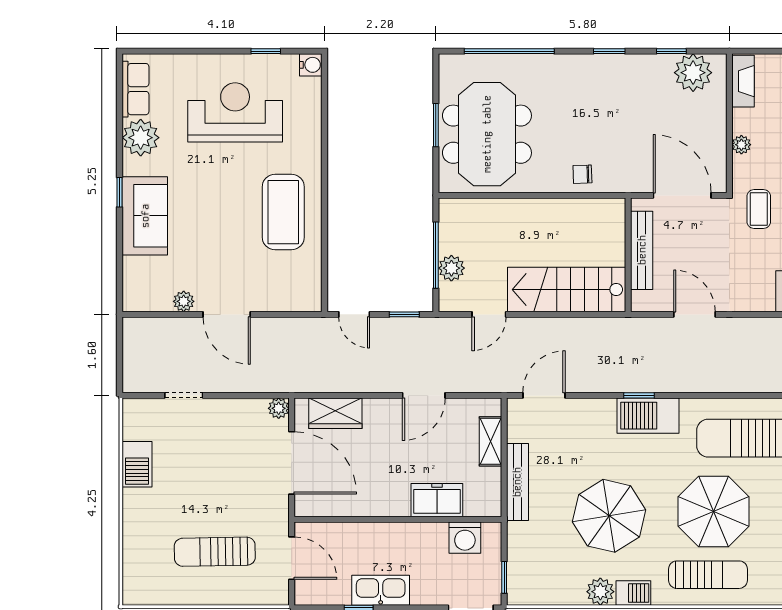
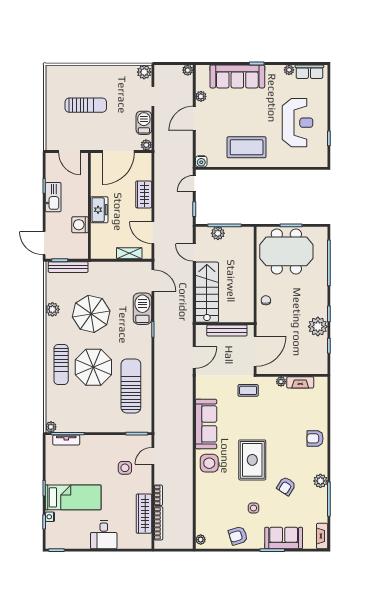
water cooler: (311, 65) -> (201, 161), moved
plant: (693, 73) -> (318, 327), moved
fireplace: (743, 81) -> (300, 382), moved
plant: (141, 138) -> (289, 70), width x0.53, depth x0.53
sofa: (145, 216) -> (237, 76), width x1.36
plant: (132, 327) -> (188, 70), added
door: (424, 395) -> (153, 233), moved
plant: (136, 412) -> (144, 72), added
wardrobe: (335, 413) -> (144, 194), moved
barbecue: (648, 416) -> (142, 309), moved
barbecue: (137, 464) -> (144, 123), moved, turned 90
bench: (517, 482) -> (68, 267), moved
freezer: (437, 500) -> (99, 210), moved
washing machine: (465, 538) -> (80, 225), moved
sun lounger: (215, 552) -> (86, 105), moved, turned 91
door: (292, 558) -> (70, 152), hinge flipped
barbecue: (633, 593) -> (52, 326), removed

